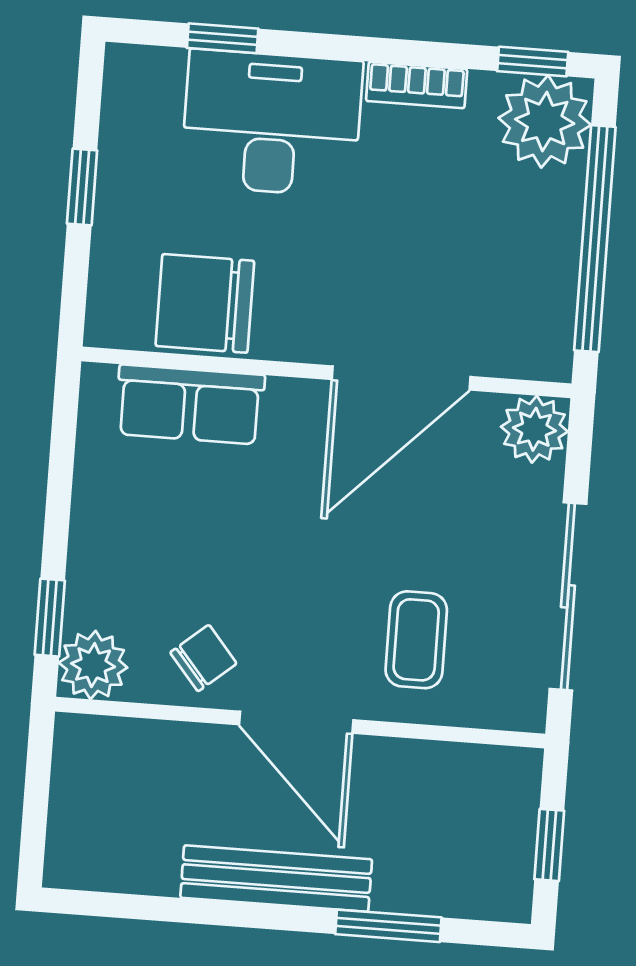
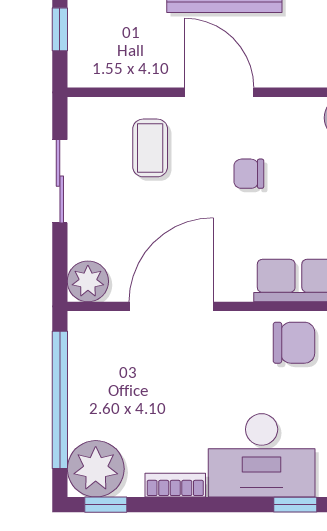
chair: (205, 303) -> (294, 343), width x0.73, depth x0.73
sliding door: (568, 596) -> (60, 181), width x0.73
chair: (203, 658) -> (249, 174), moved, turned 40

